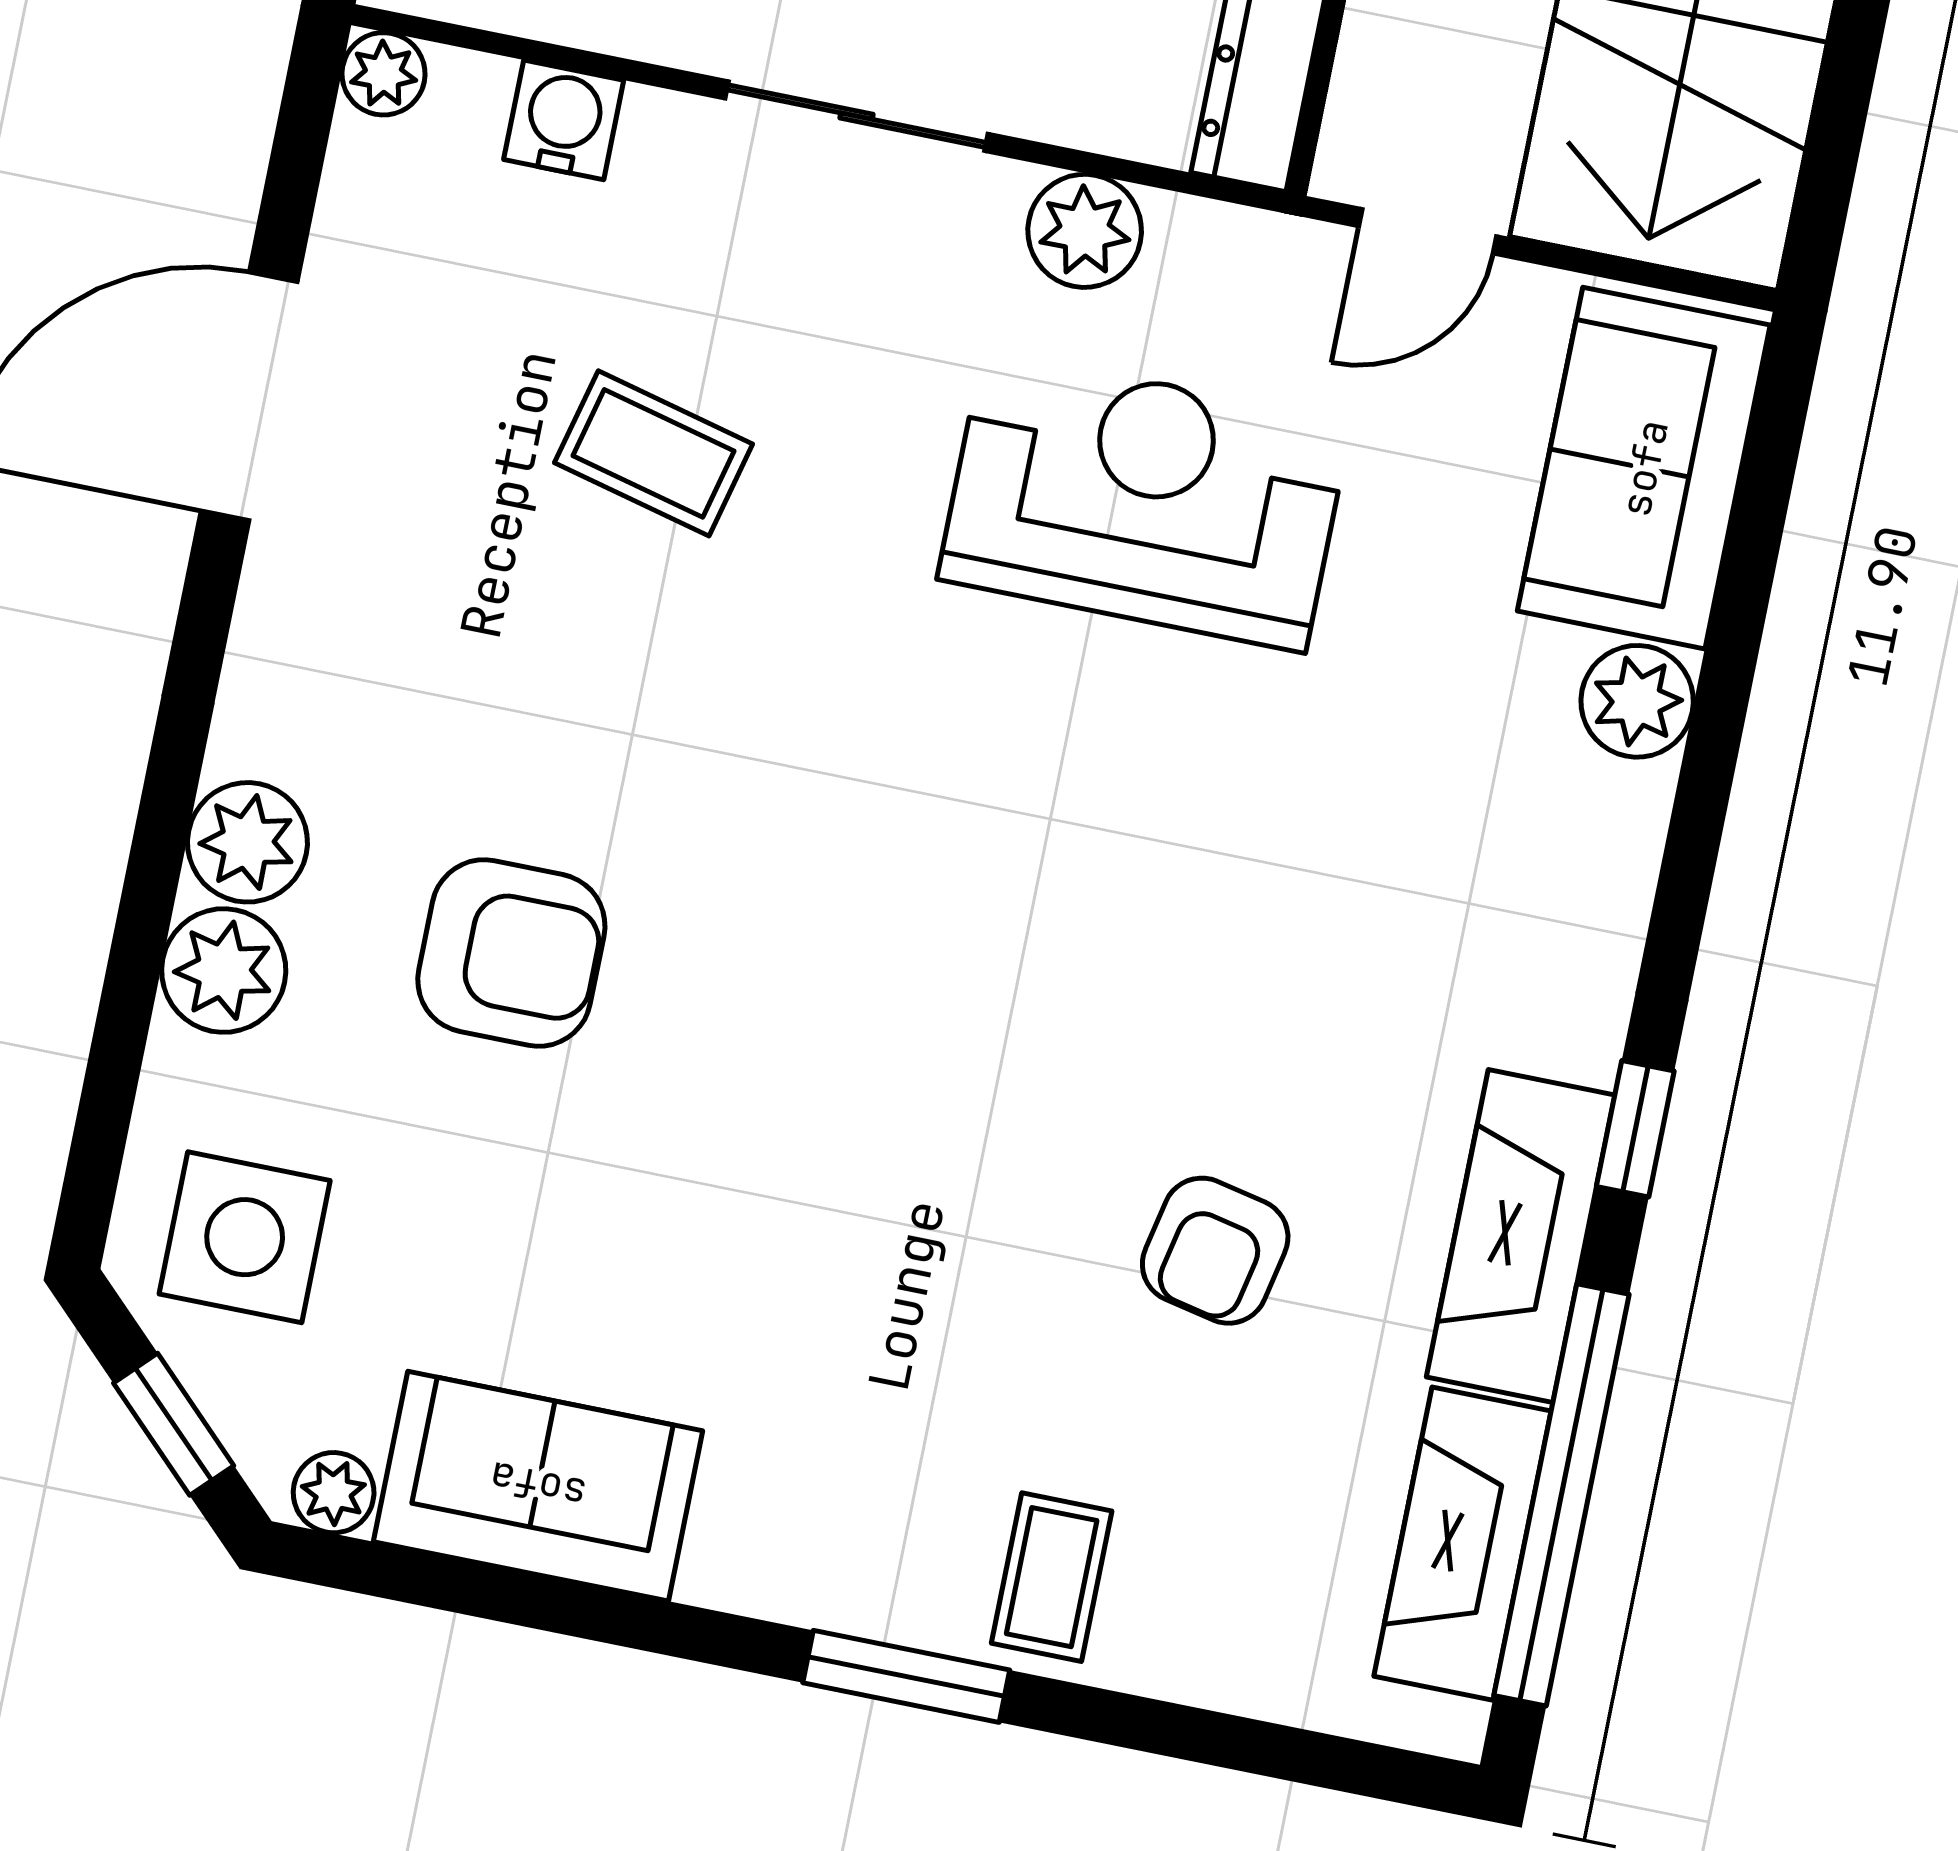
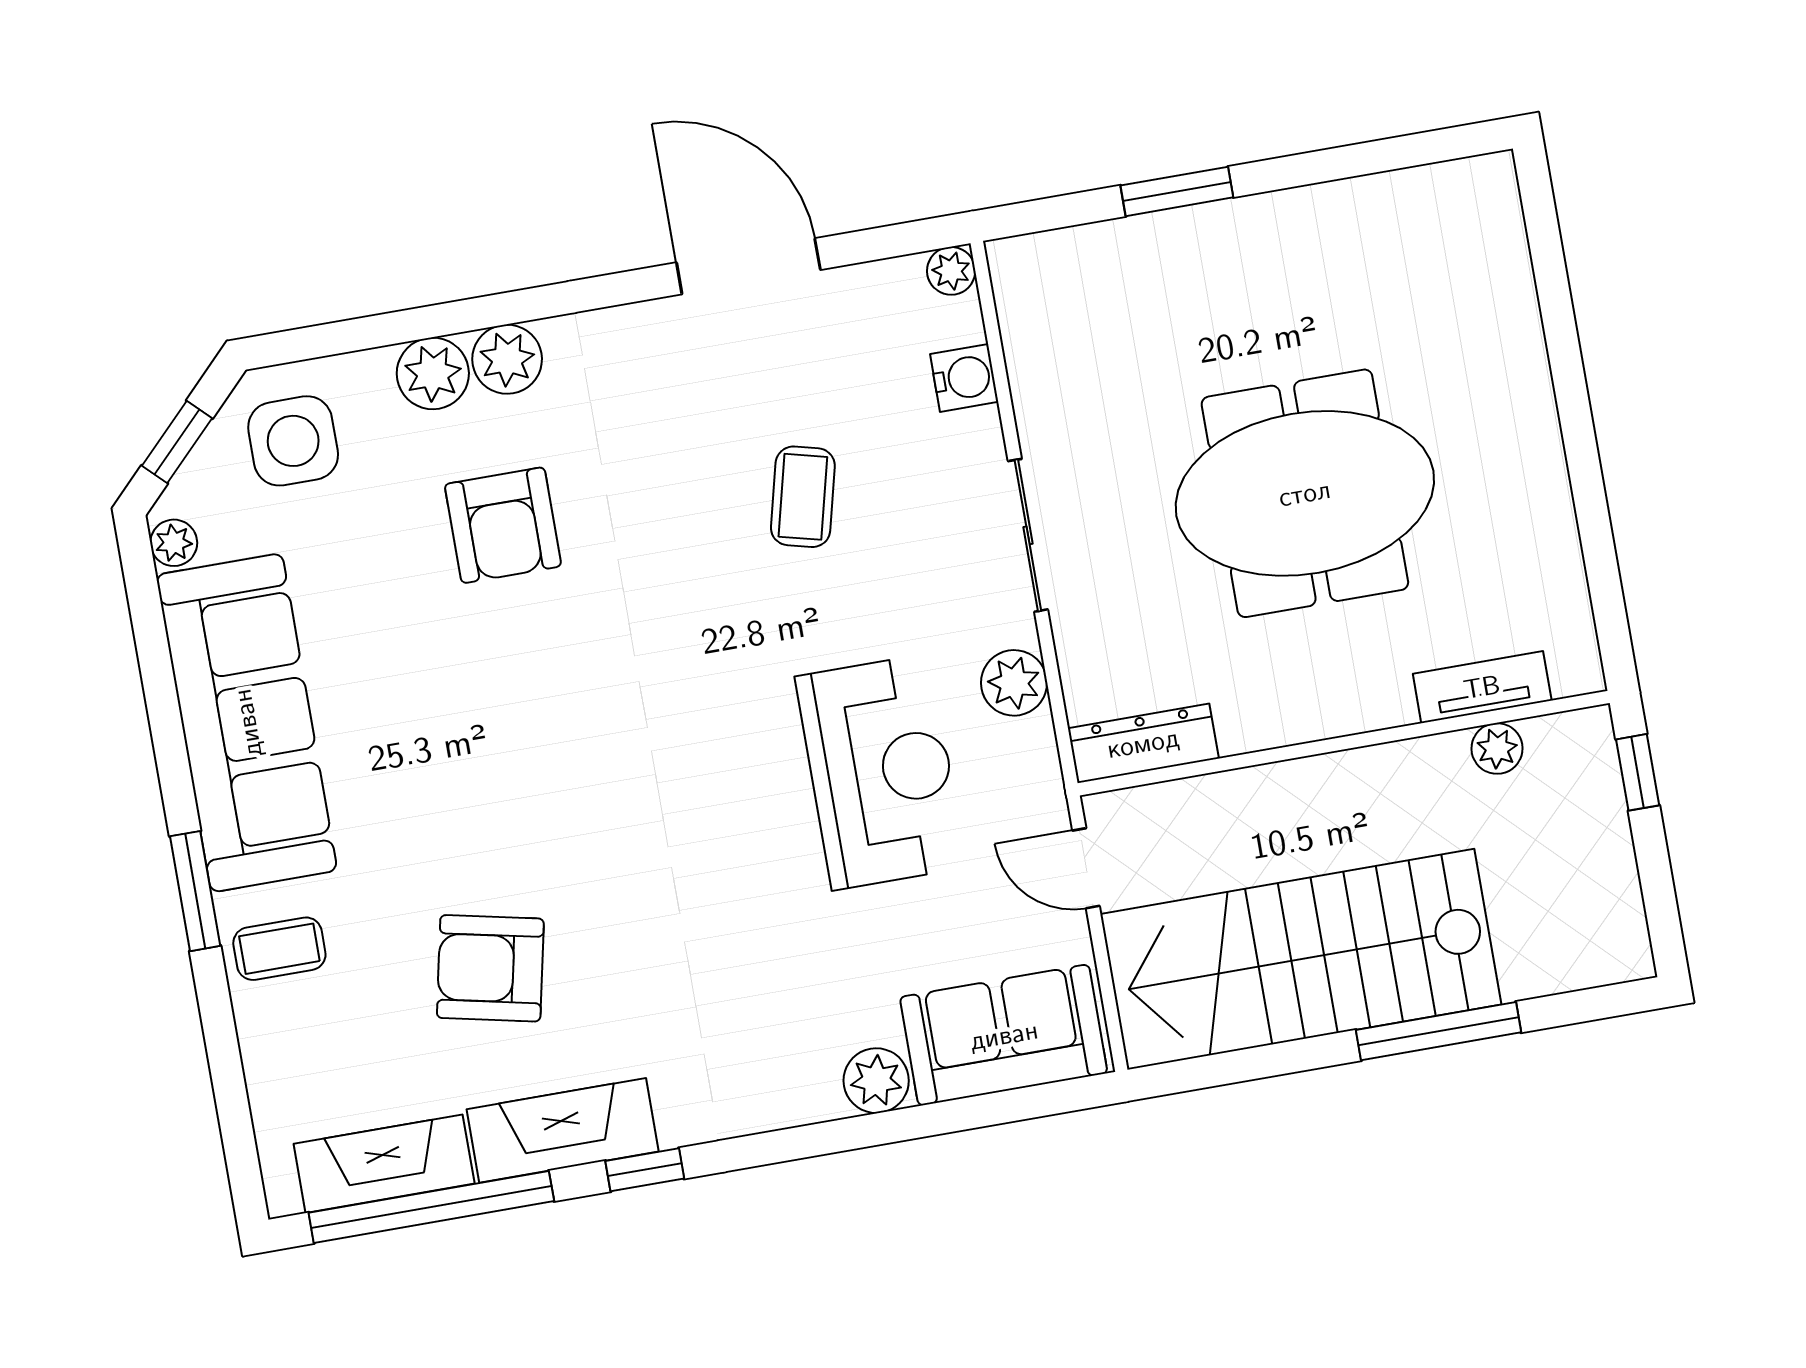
armchair: (1215, 1251) -> (490, 968), width x1.38, depth x1.38
sofa: (538, 1486) -> (247, 723), width x1.85, depth x1.27

